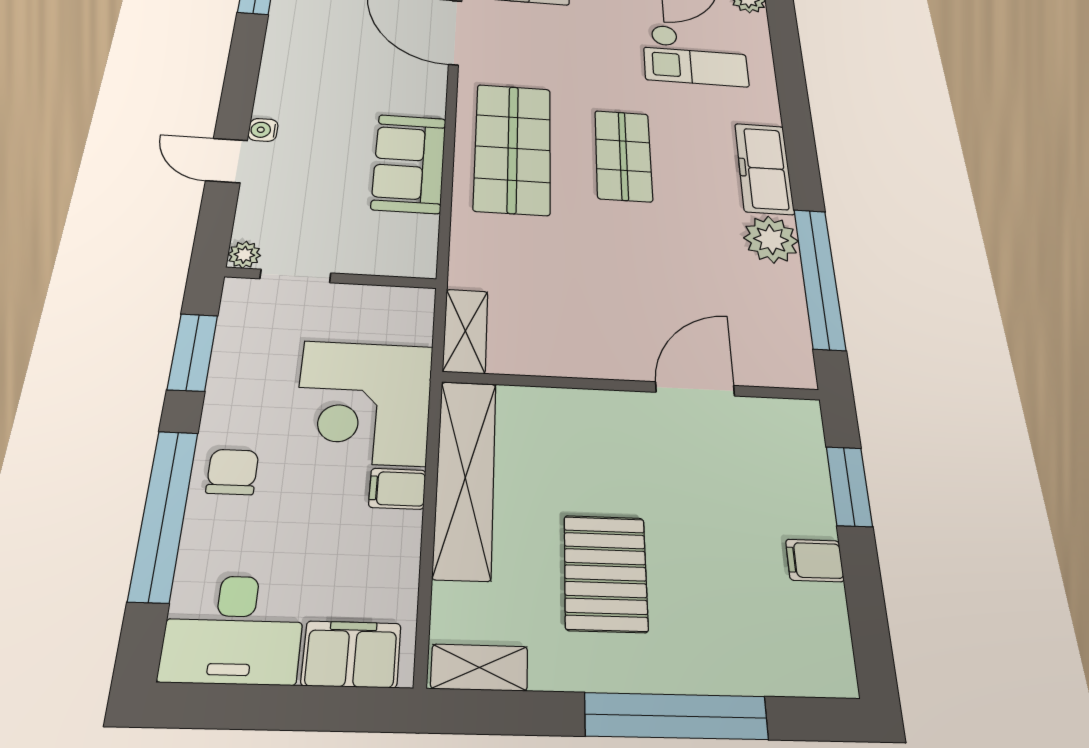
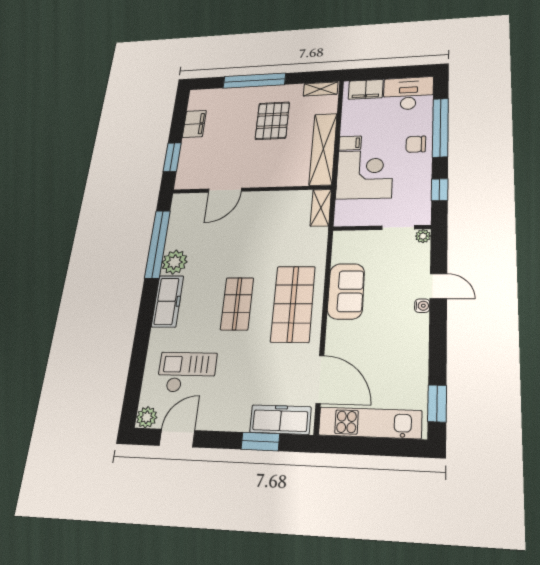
window: (193, 352) -> (440, 190), width x0.67
chair: (232, 472) -> (416, 144), turned 90
filing cabinet: (815, 560) -> (194, 124), width x2.00

